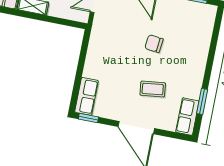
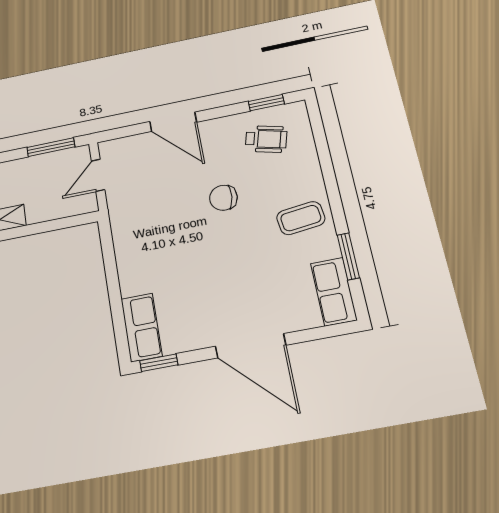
wheelchair: (189, 20) -> (266, 139), added
coffee table: (153, 89) -> (301, 218), moved

